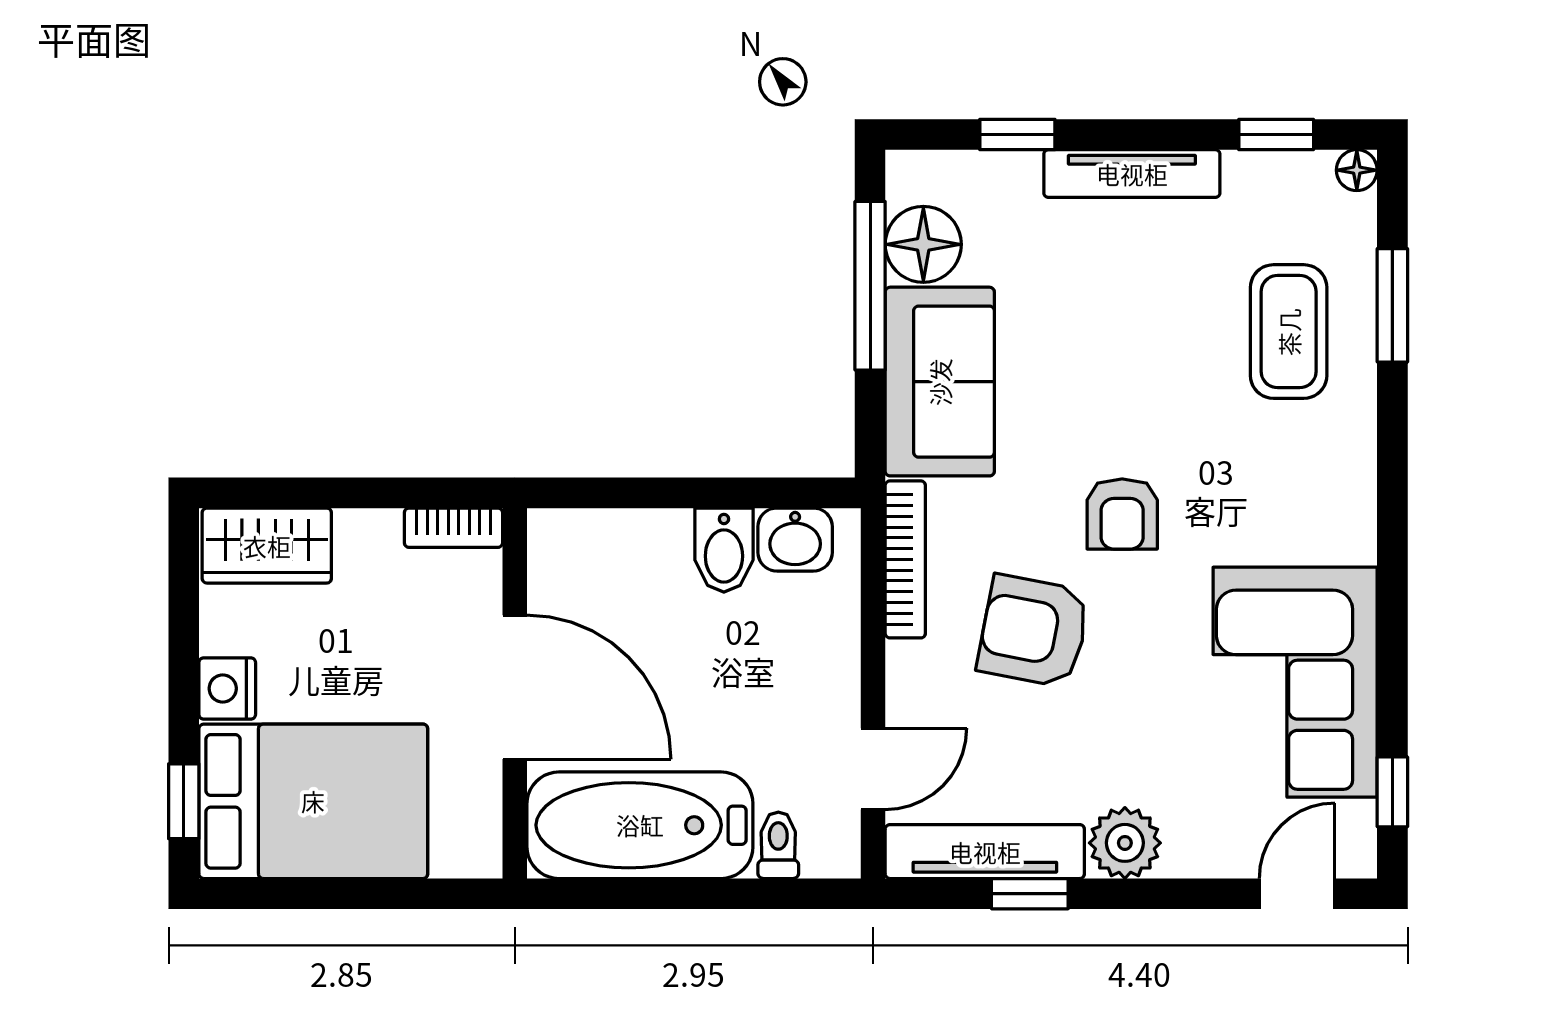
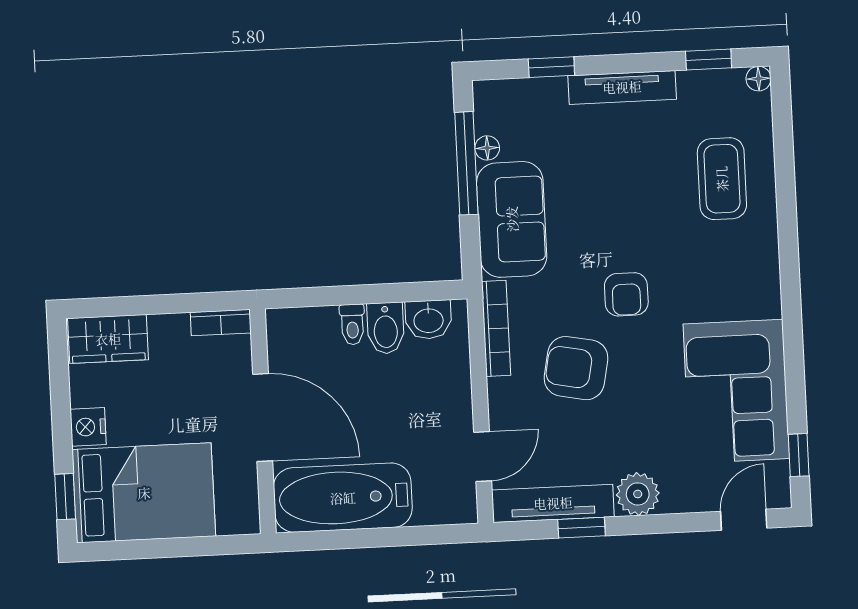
floor lamp: (923, 244) -> (487, 148), width x0.53, depth x0.53
window: (1392, 305) -> (784, 160), removed
toilet: (778, 845) -> (352, 324), moved, turned 180

